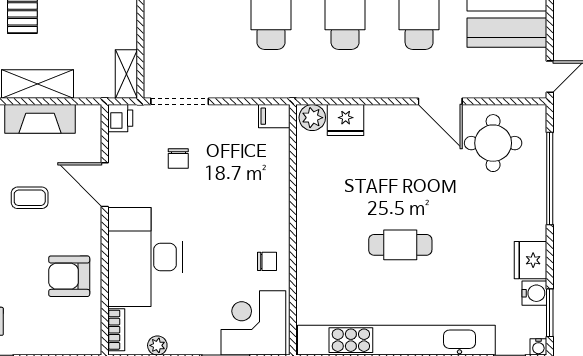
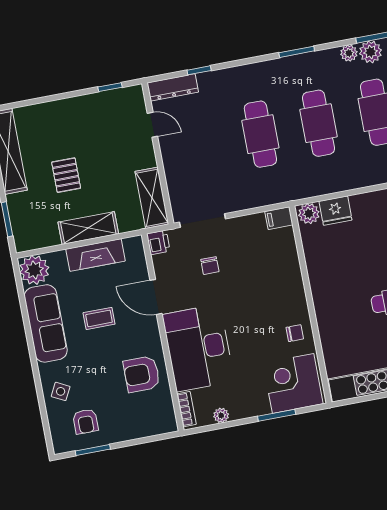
shelving: (126, 74) -> (152, 198), width x1.50, depth x1.33

